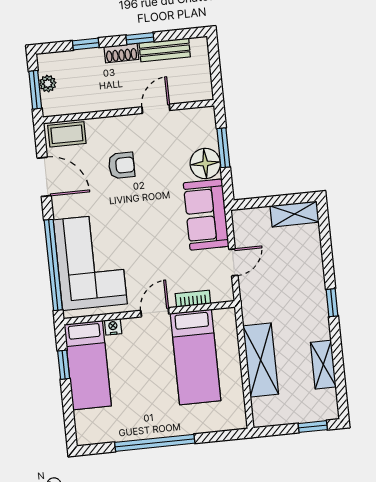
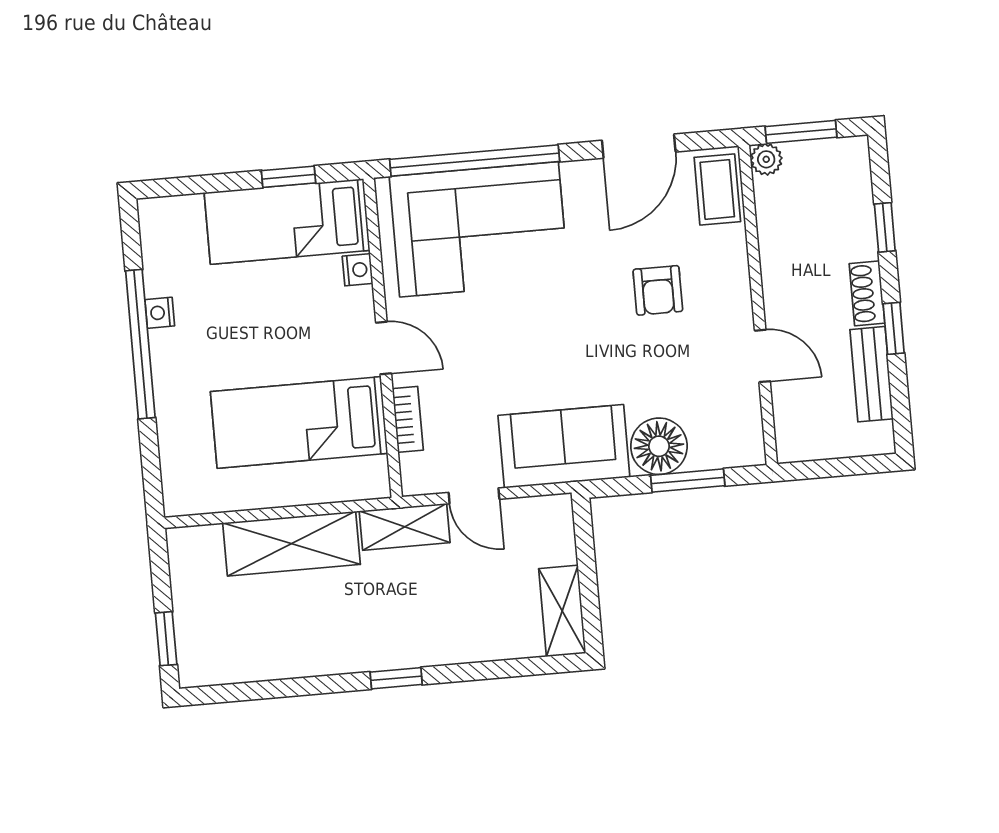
plant: (48, 84) -> (766, 159), moved
shelving: (323, 365) -> (405, 527), moved
nightstand: (138, 433) -> (160, 313), added

